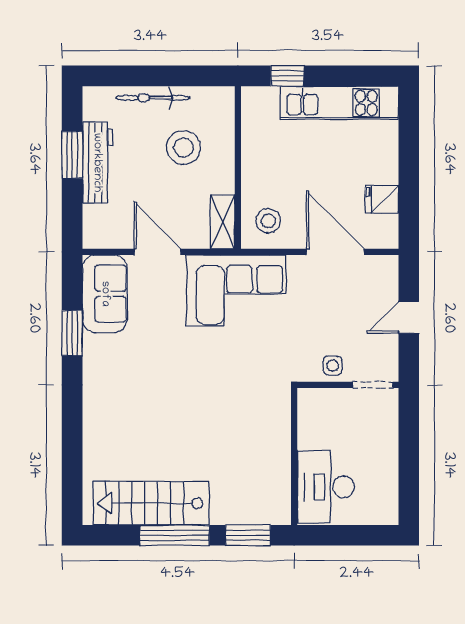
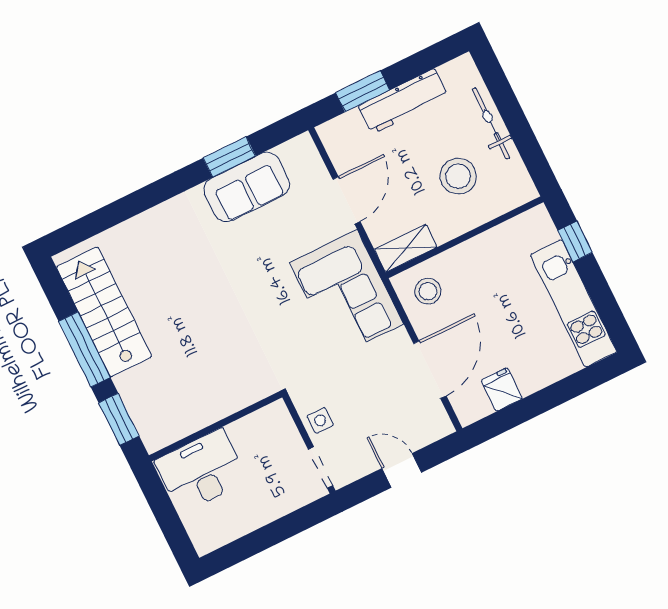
window: (72, 155) -> (363, 91), moved
sofa: (105, 294) -> (247, 187), moved

